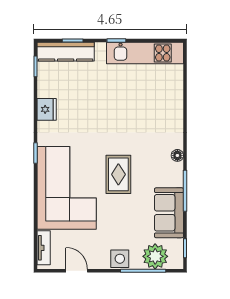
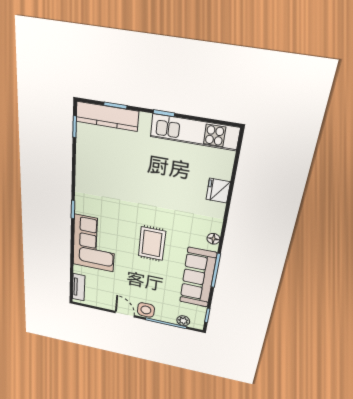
fridge: (47, 109) -> (218, 191), moved, turned 180
corner sofa: (67, 188) -> (94, 243), width x0.73, depth x0.74
sofa: (169, 213) -> (198, 278), width x1.36
plant: (155, 256) -> (183, 321), width x0.53, depth x0.53
door: (77, 271) -> (125, 314), moved

